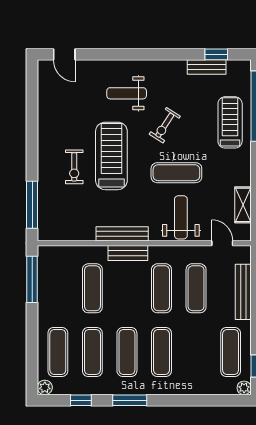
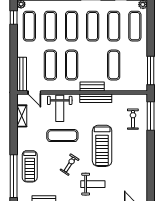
exercise bike: (74, 167) -> (133, 119), moved
bench: (243, 292) -> (22, 74), moved
exercise mat: (196, 352) -> (50, 26), added

